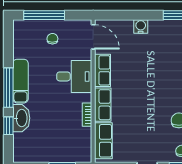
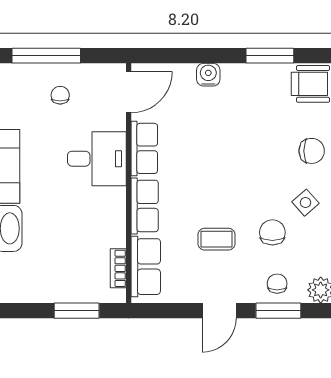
door: (93, 37) -> (129, 92), hinge flipped
bookcase: (87, 115) -> (118, 268), moved
coffee table: (146, 124) -> (216, 239), added

